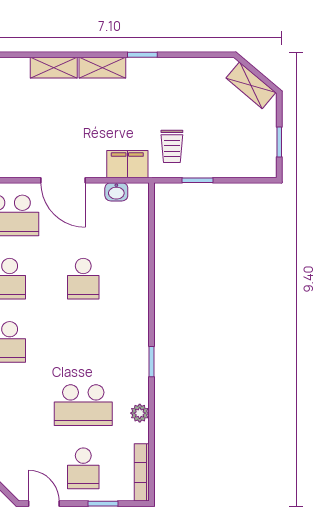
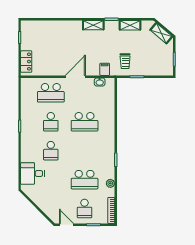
shelving: (54, 68) -> (130, 25), moved
filing cabinet: (127, 164) -> (105, 69), width x0.50
door: (63, 180) -> (75, 77), swing flipped
school desk: (83, 279) -> (85, 122), width x1.85

